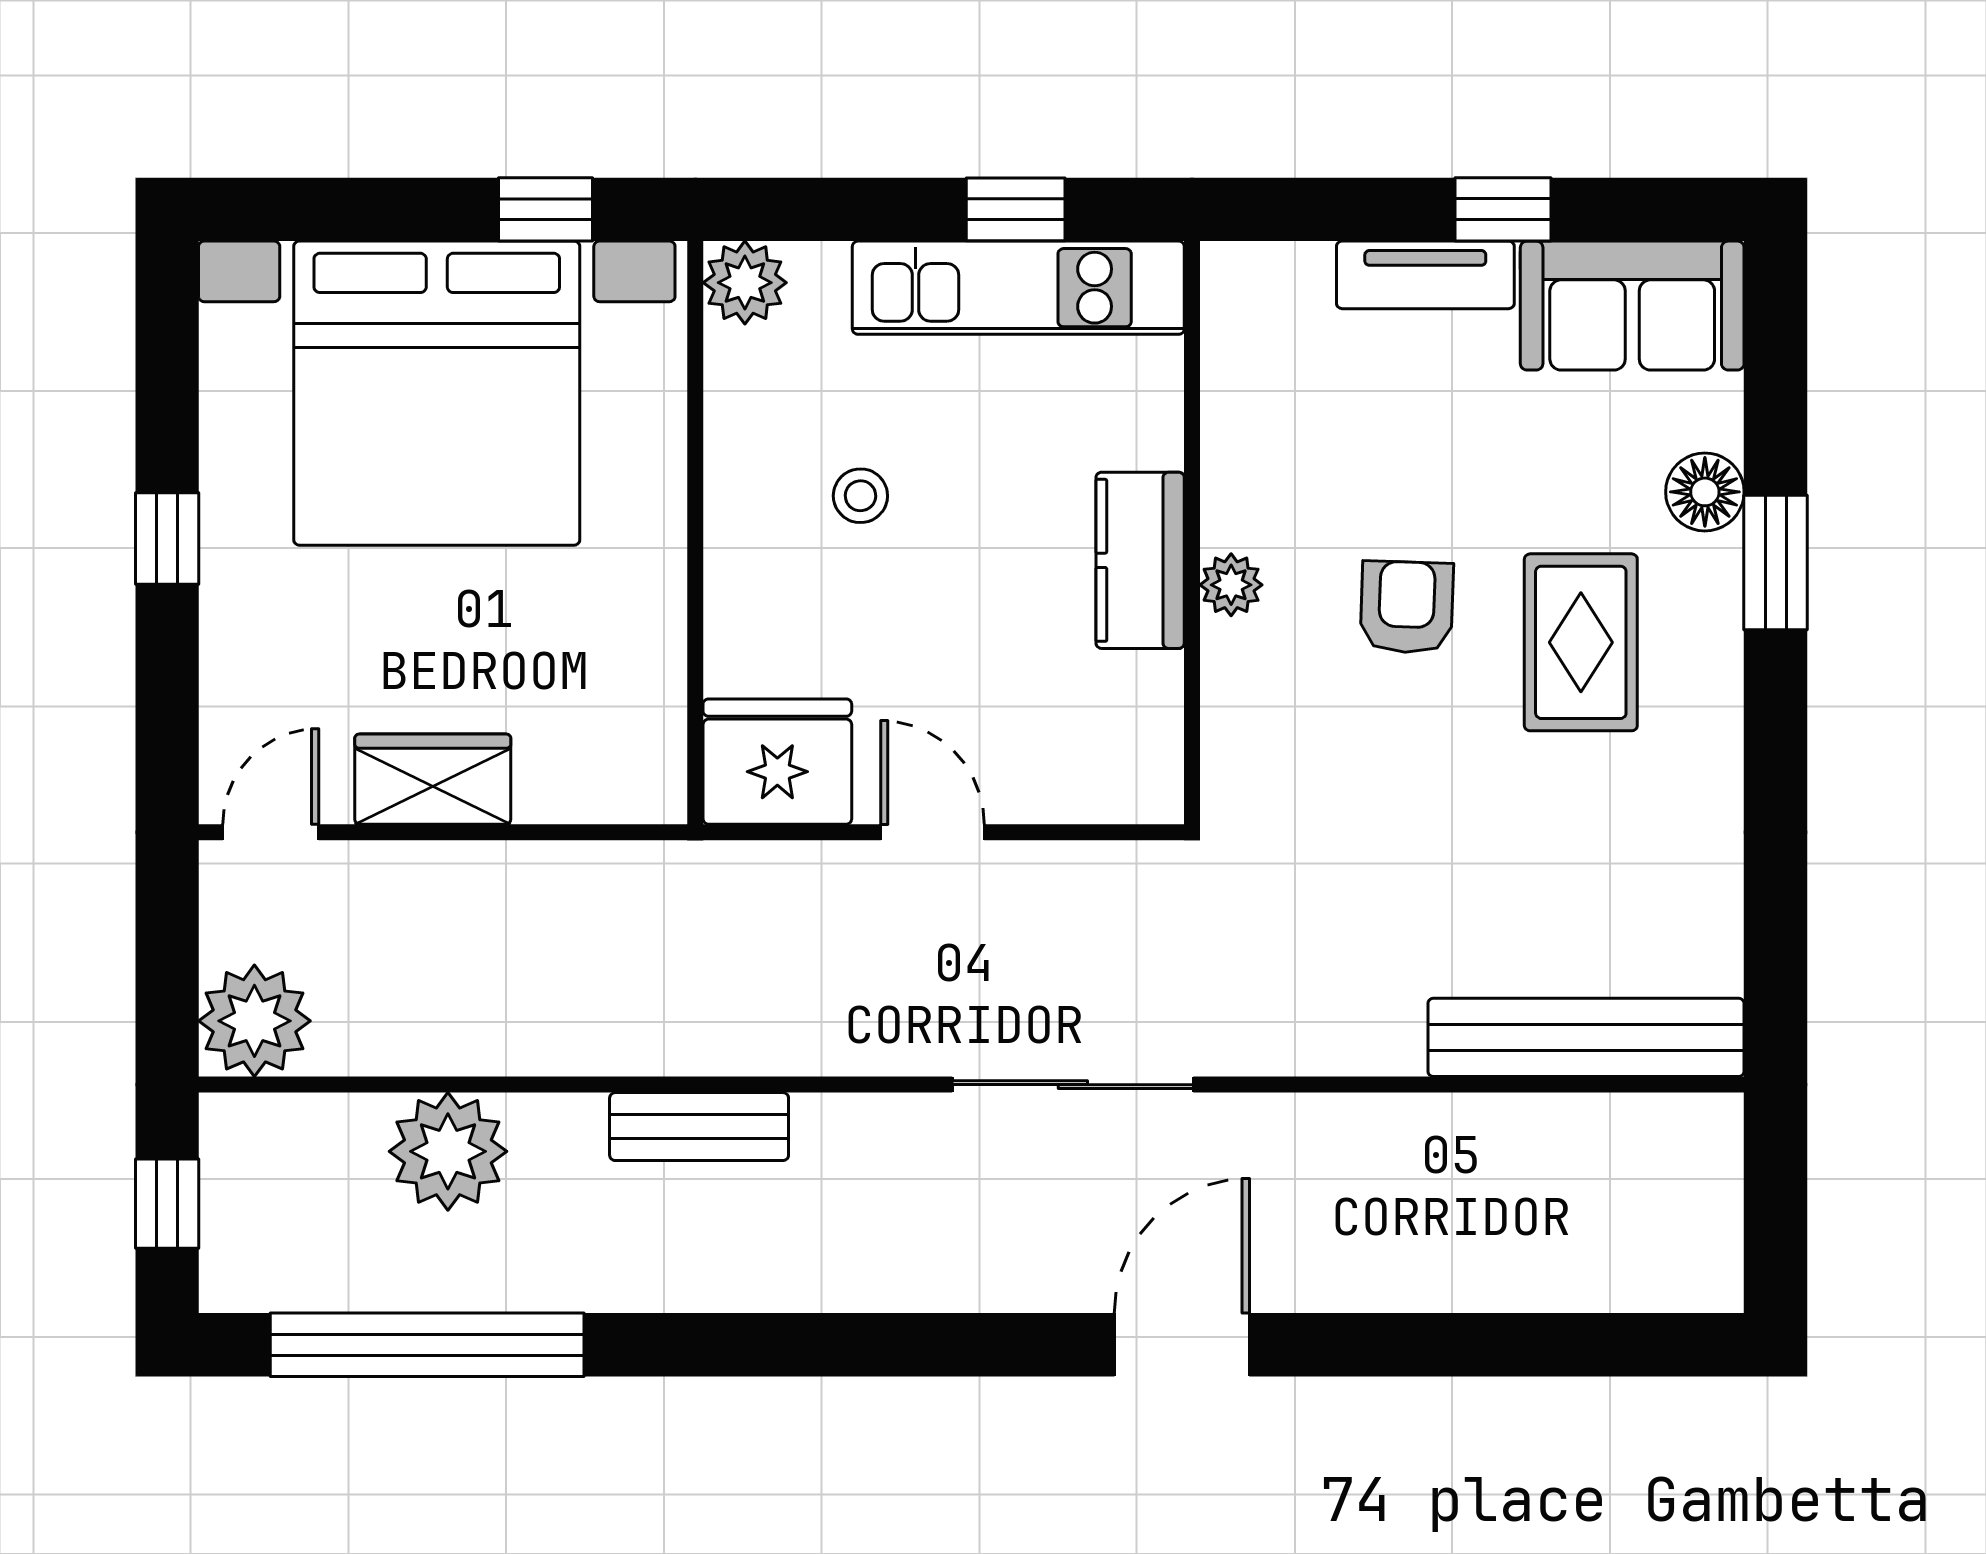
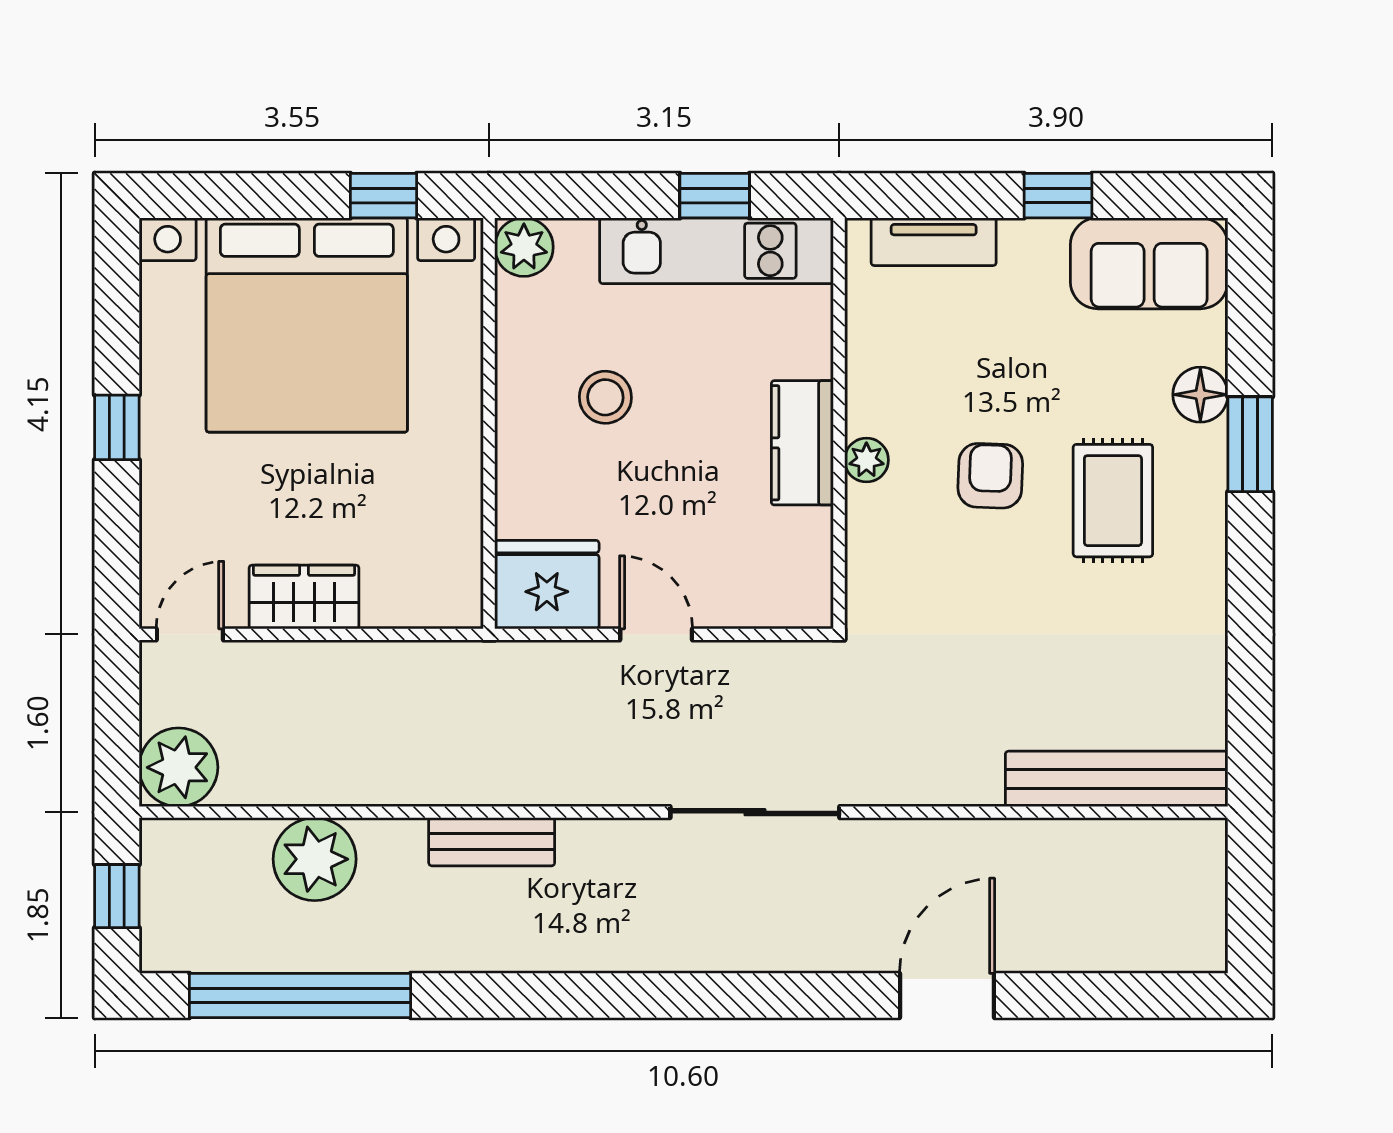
tv unit: (1425, 275) -> (934, 242), moved
stool: (860, 496) -> (605, 397), width x1.37, depth x1.37
door: (1182, 1345) -> (947, 996), moved

